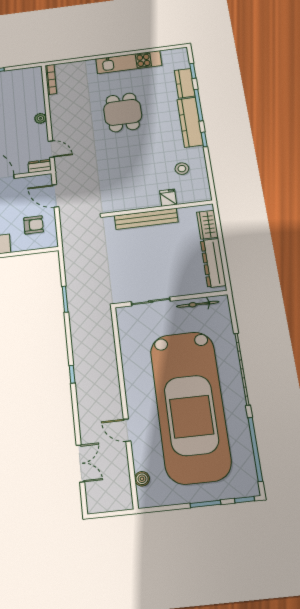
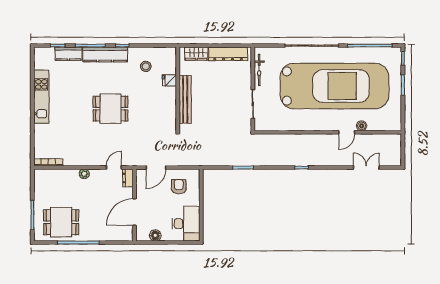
dining table: (123, 112) -> (110, 109), moved
boiler: (142, 479) -> (362, 126), moved

